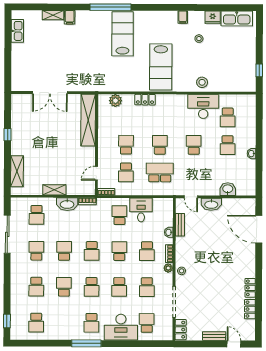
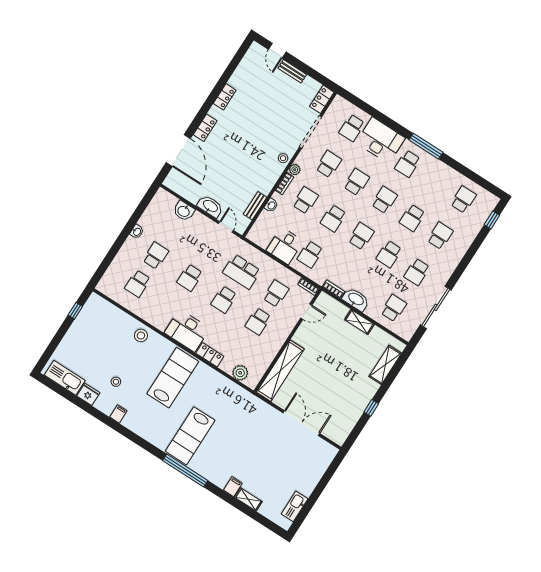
desk: (203, 107) -> (187, 331), moved
school desk: (228, 117) -> (138, 284), turned 180
locker: (250, 309) -> (205, 128), moved
school desk: (91, 323) -> (408, 164), turned 180

